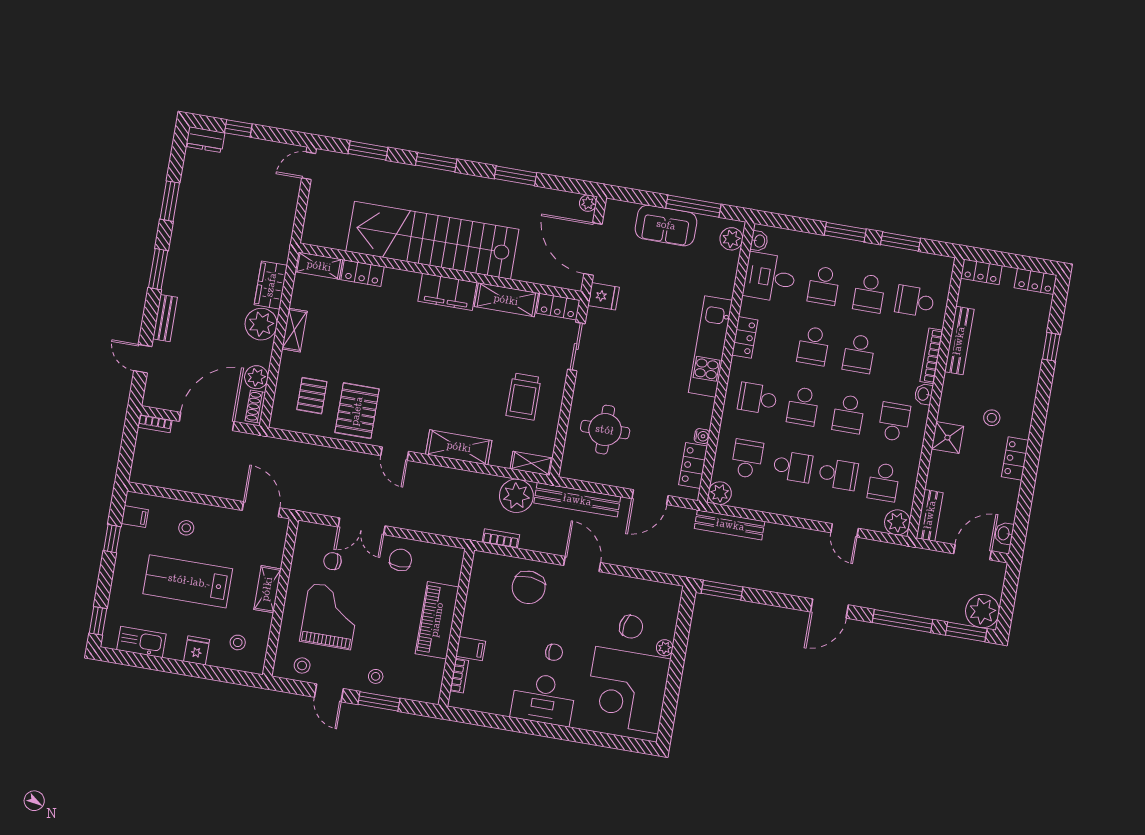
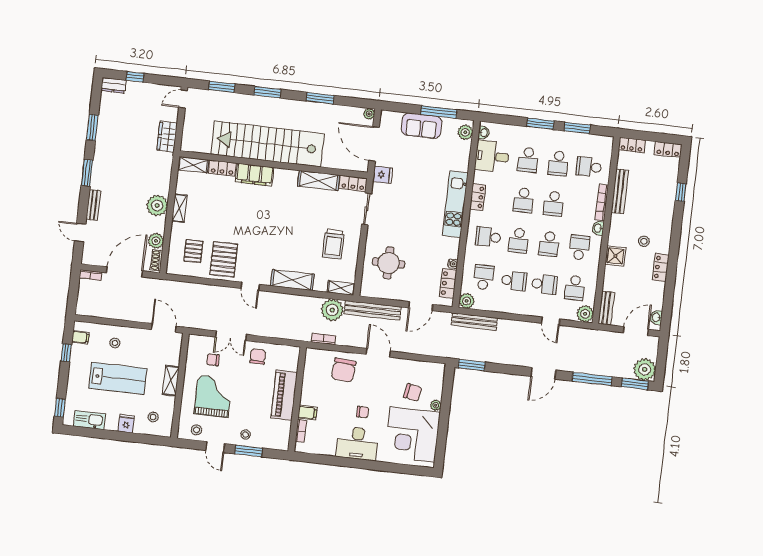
wardrobe: (271, 285) -> (167, 137), moved
filing cabinet: (447, 292) -> (255, 175), moved
lab bench: (188, 581) -> (118, 378), turned 180

